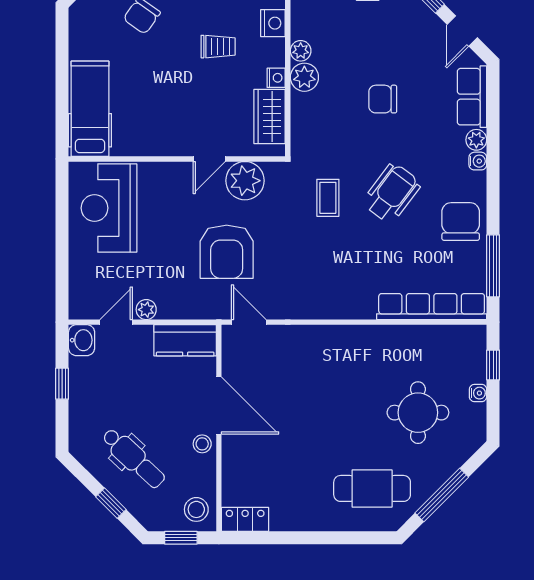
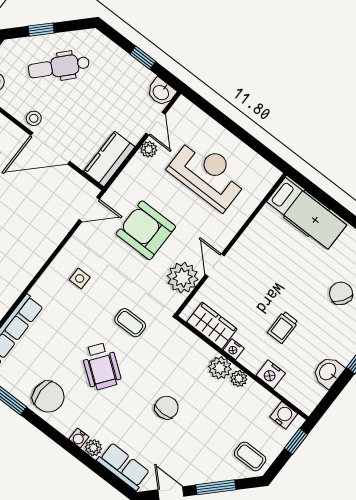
reception desk: (109, 208) -> (208, 174), moved
side table: (323, 280) -> (80, 278), added

